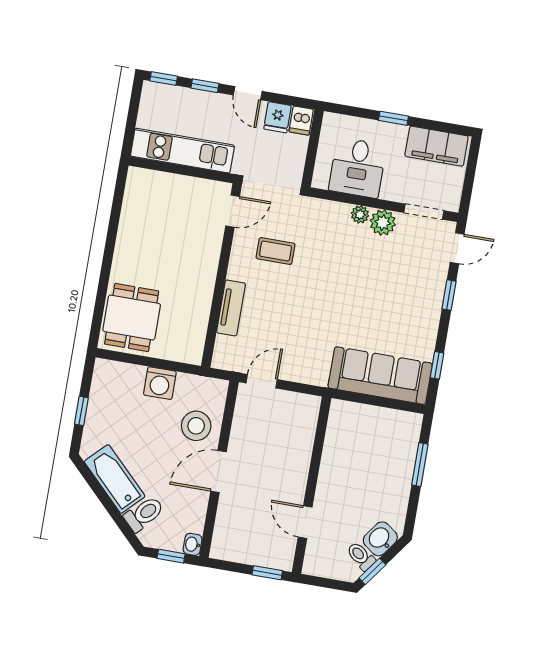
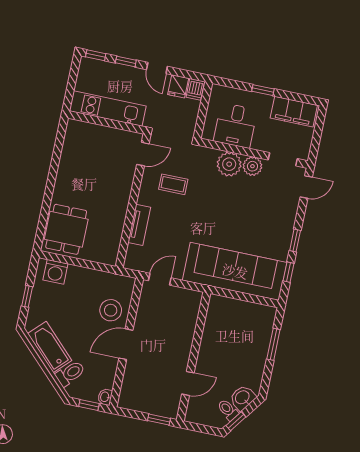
plant: (360, 214) -> (229, 164), width x1.88, depth x1.88
window: (449, 295) -> (295, 240), moved
sofa: (380, 376) -> (235, 271), width x1.36, depth x1.27
washing machine: (160, 383) -> (55, 272), moved
door: (305, 522) -> (188, 383), swing flipped

